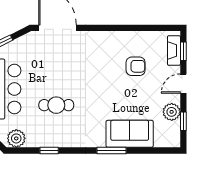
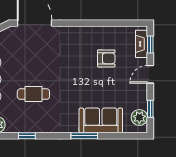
plant: (172, 112) -> (139, 117), moved

